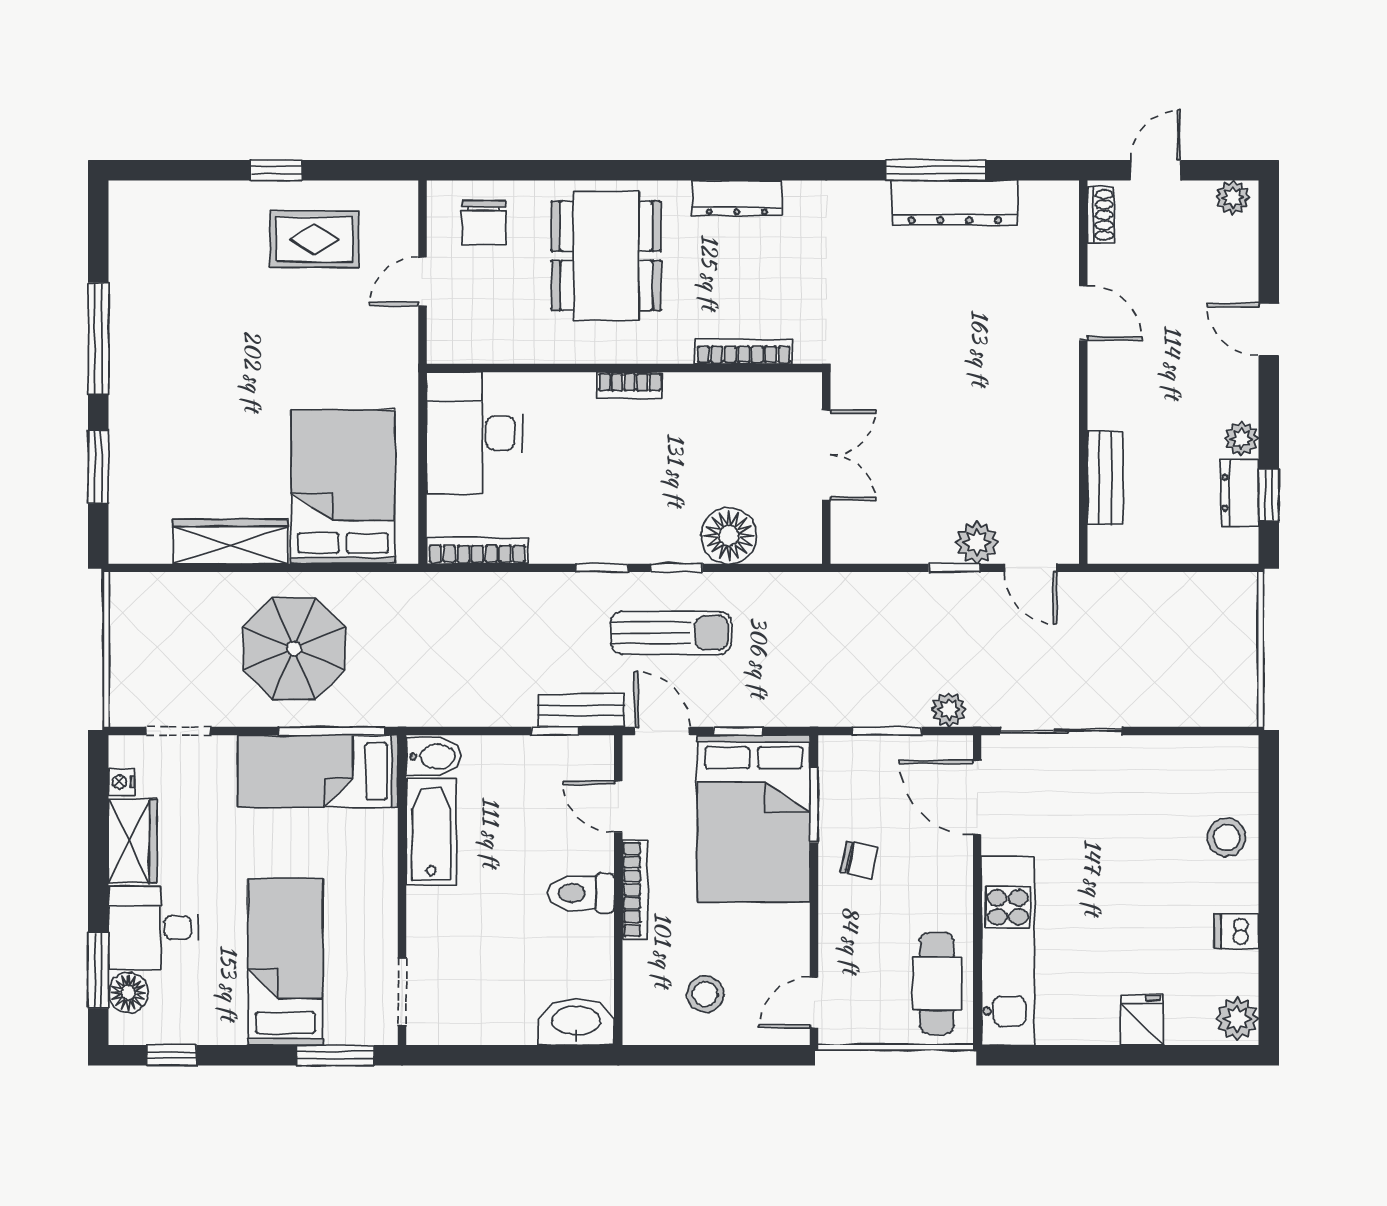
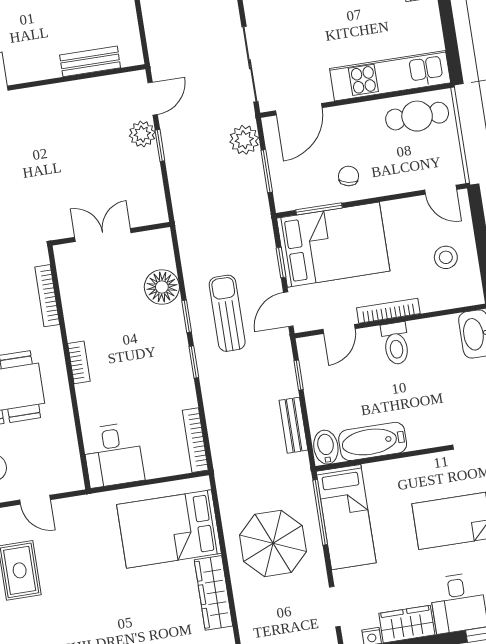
desk: (474, 433) -> (113, 455), width x0.73
bench: (581, 710) -> (293, 425), moved
plant: (949, 710) -> (244, 140), width x1.38, depth x1.38

